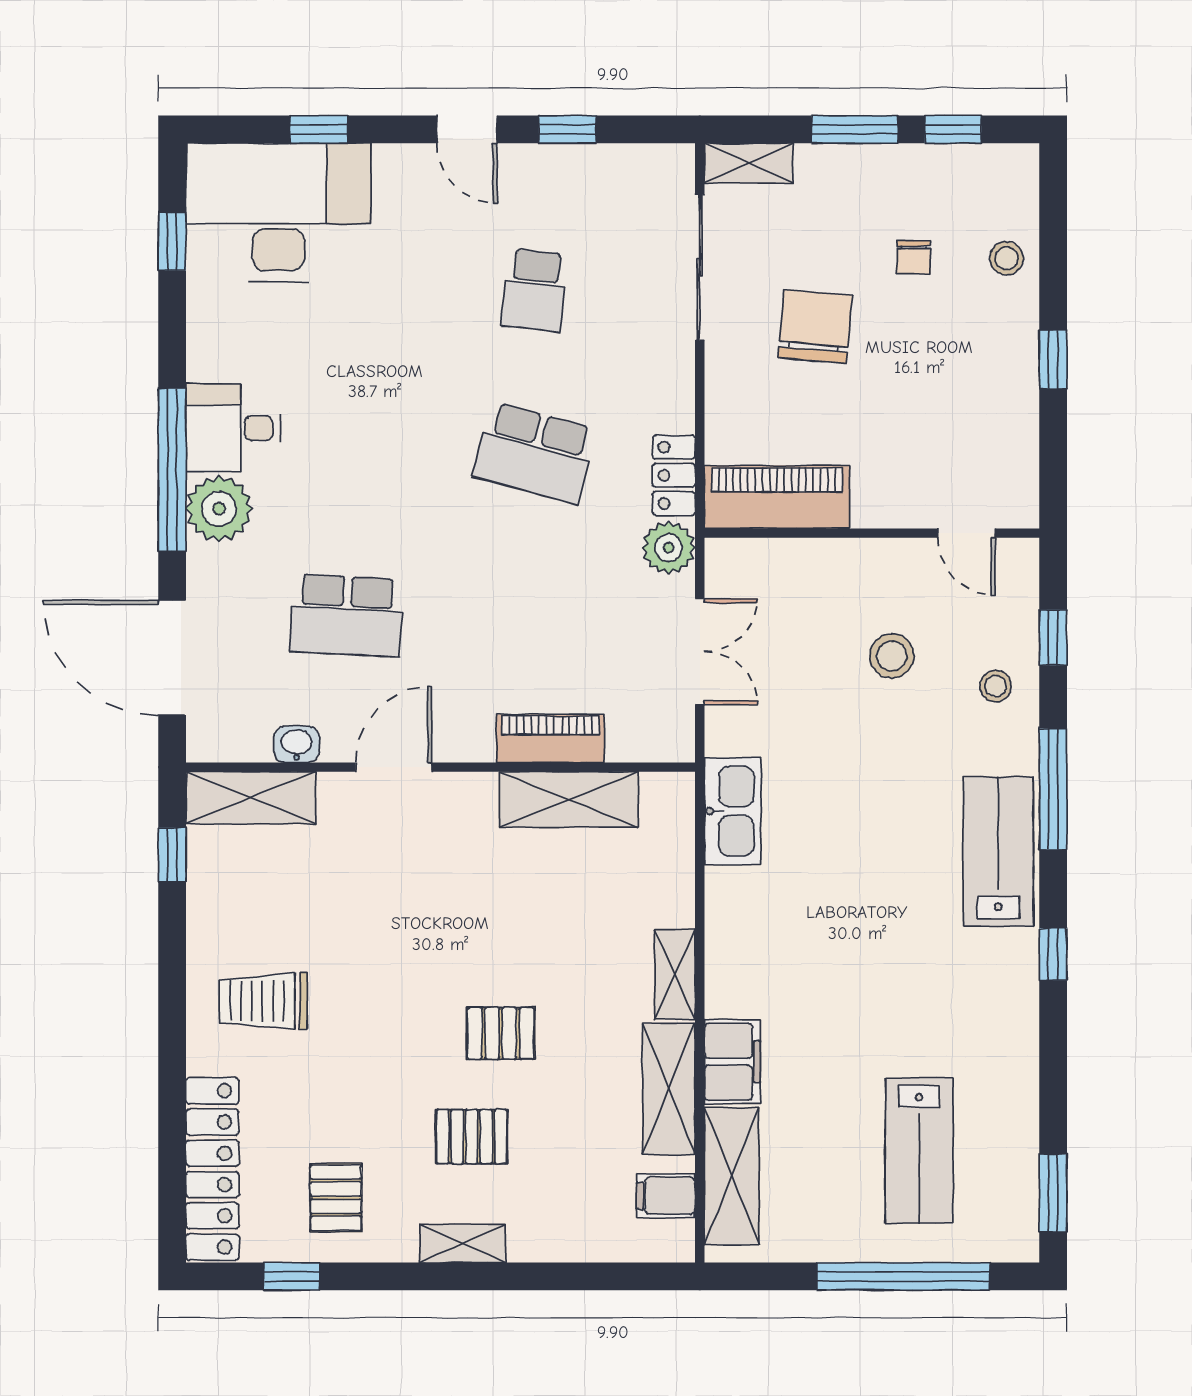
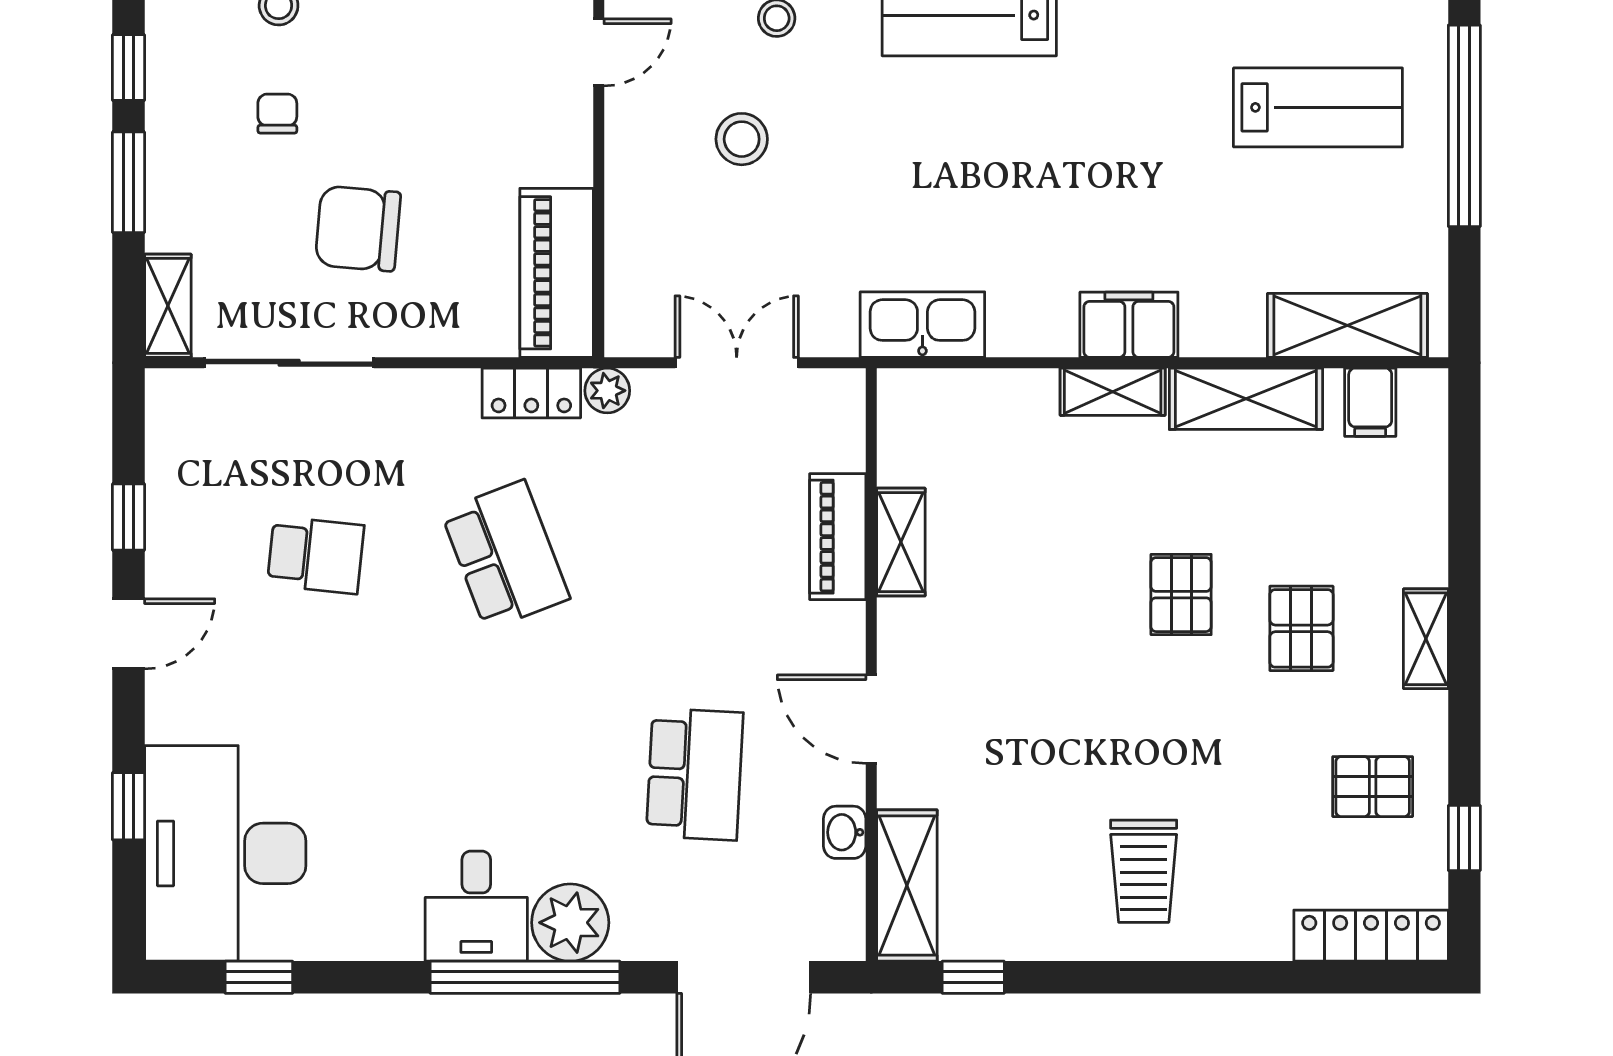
chair: (914, 257) -> (277, 114), turned -90
school desk: (535, 453) -> (505, 555), turned -36
plant: (669, 548) -> (607, 391), width x0.73, depth x0.73
shelving: (569, 800) -> (901, 542), width x0.67, depth x0.75
filing cabinet: (732, 1062) -> (1129, 325), moved
locker: (212, 1169) -> (1371, 936), width x0.71, depth x0.83

